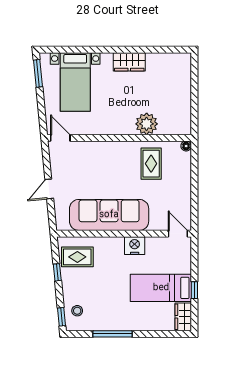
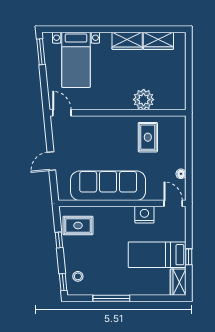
wardrobe: (162, 62) -> (158, 41), added
floor lamp: (186, 146) -> (181, 174), moved
nightstand: (135, 246) -> (144, 215), moved

